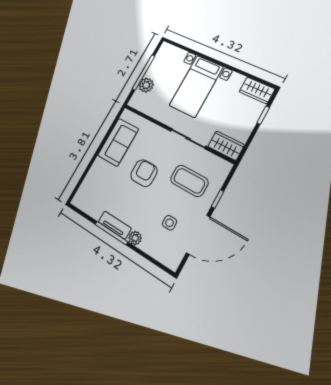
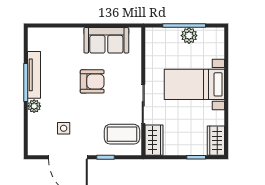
plant: (146, 85) -> (189, 36), moved
coffee table: (189, 181) -> (122, 134), moved, turned 90
tv unit: (115, 225) -> (34, 75), width x1.41

